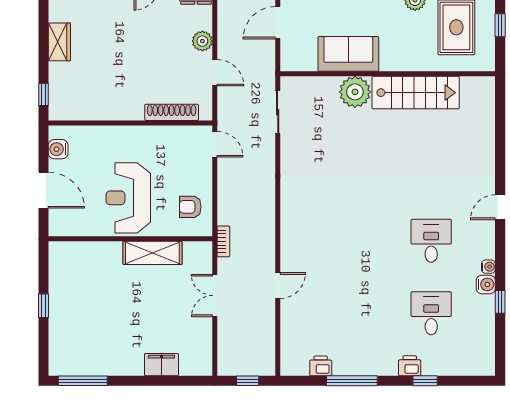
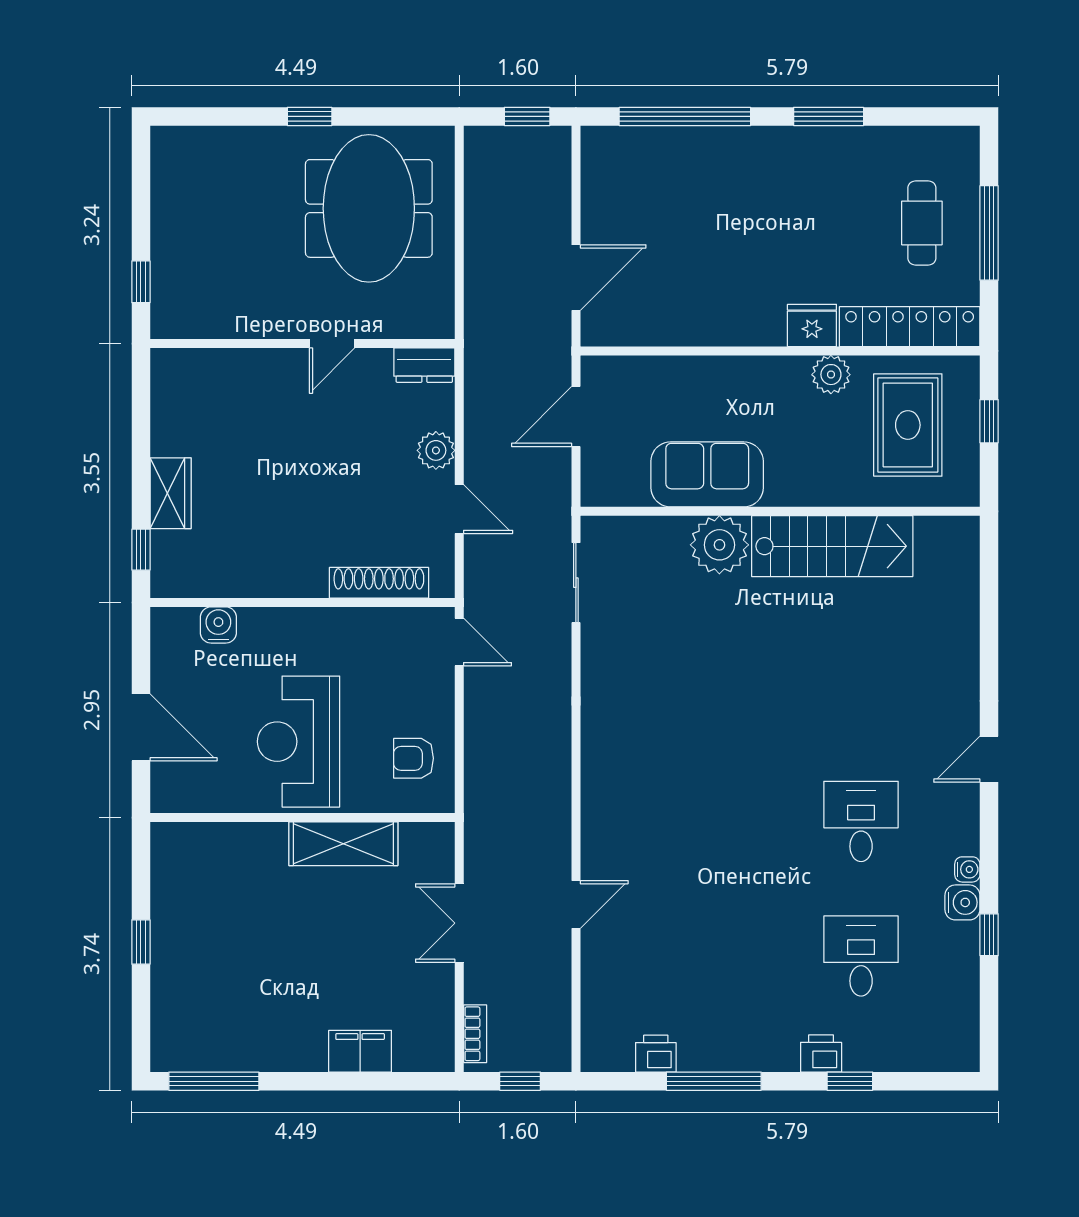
wardrobe: (59, 42) -> (171, 493), moved
water cooler: (58, 149) -> (218, 625), moved, turned 90
bookcase: (223, 241) -> (475, 1034), moved

